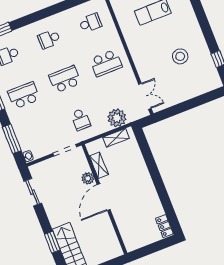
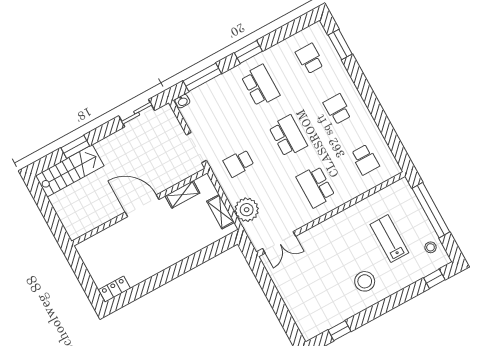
stool: (180, 56) -> (365, 281), moved
plant: (88, 178) -> (164, 182), removed

